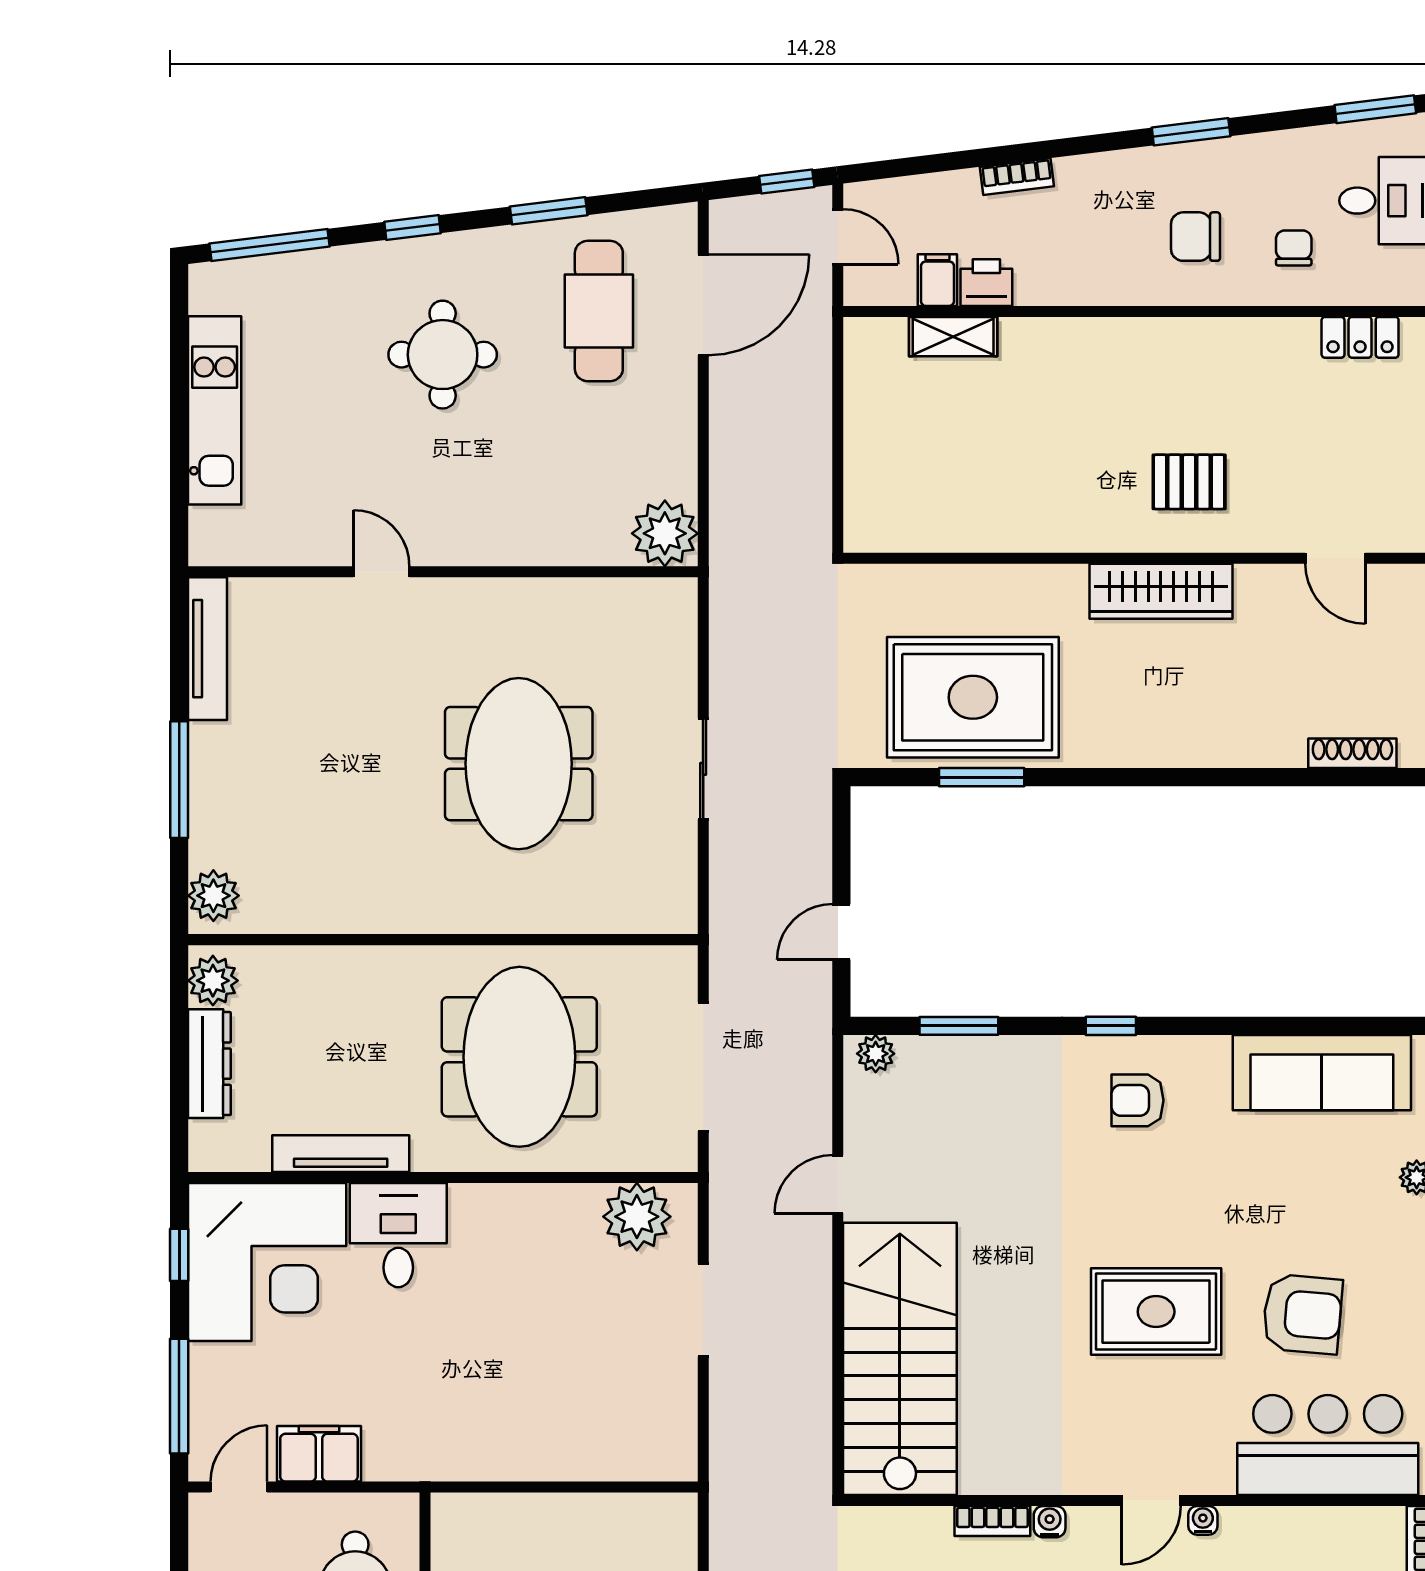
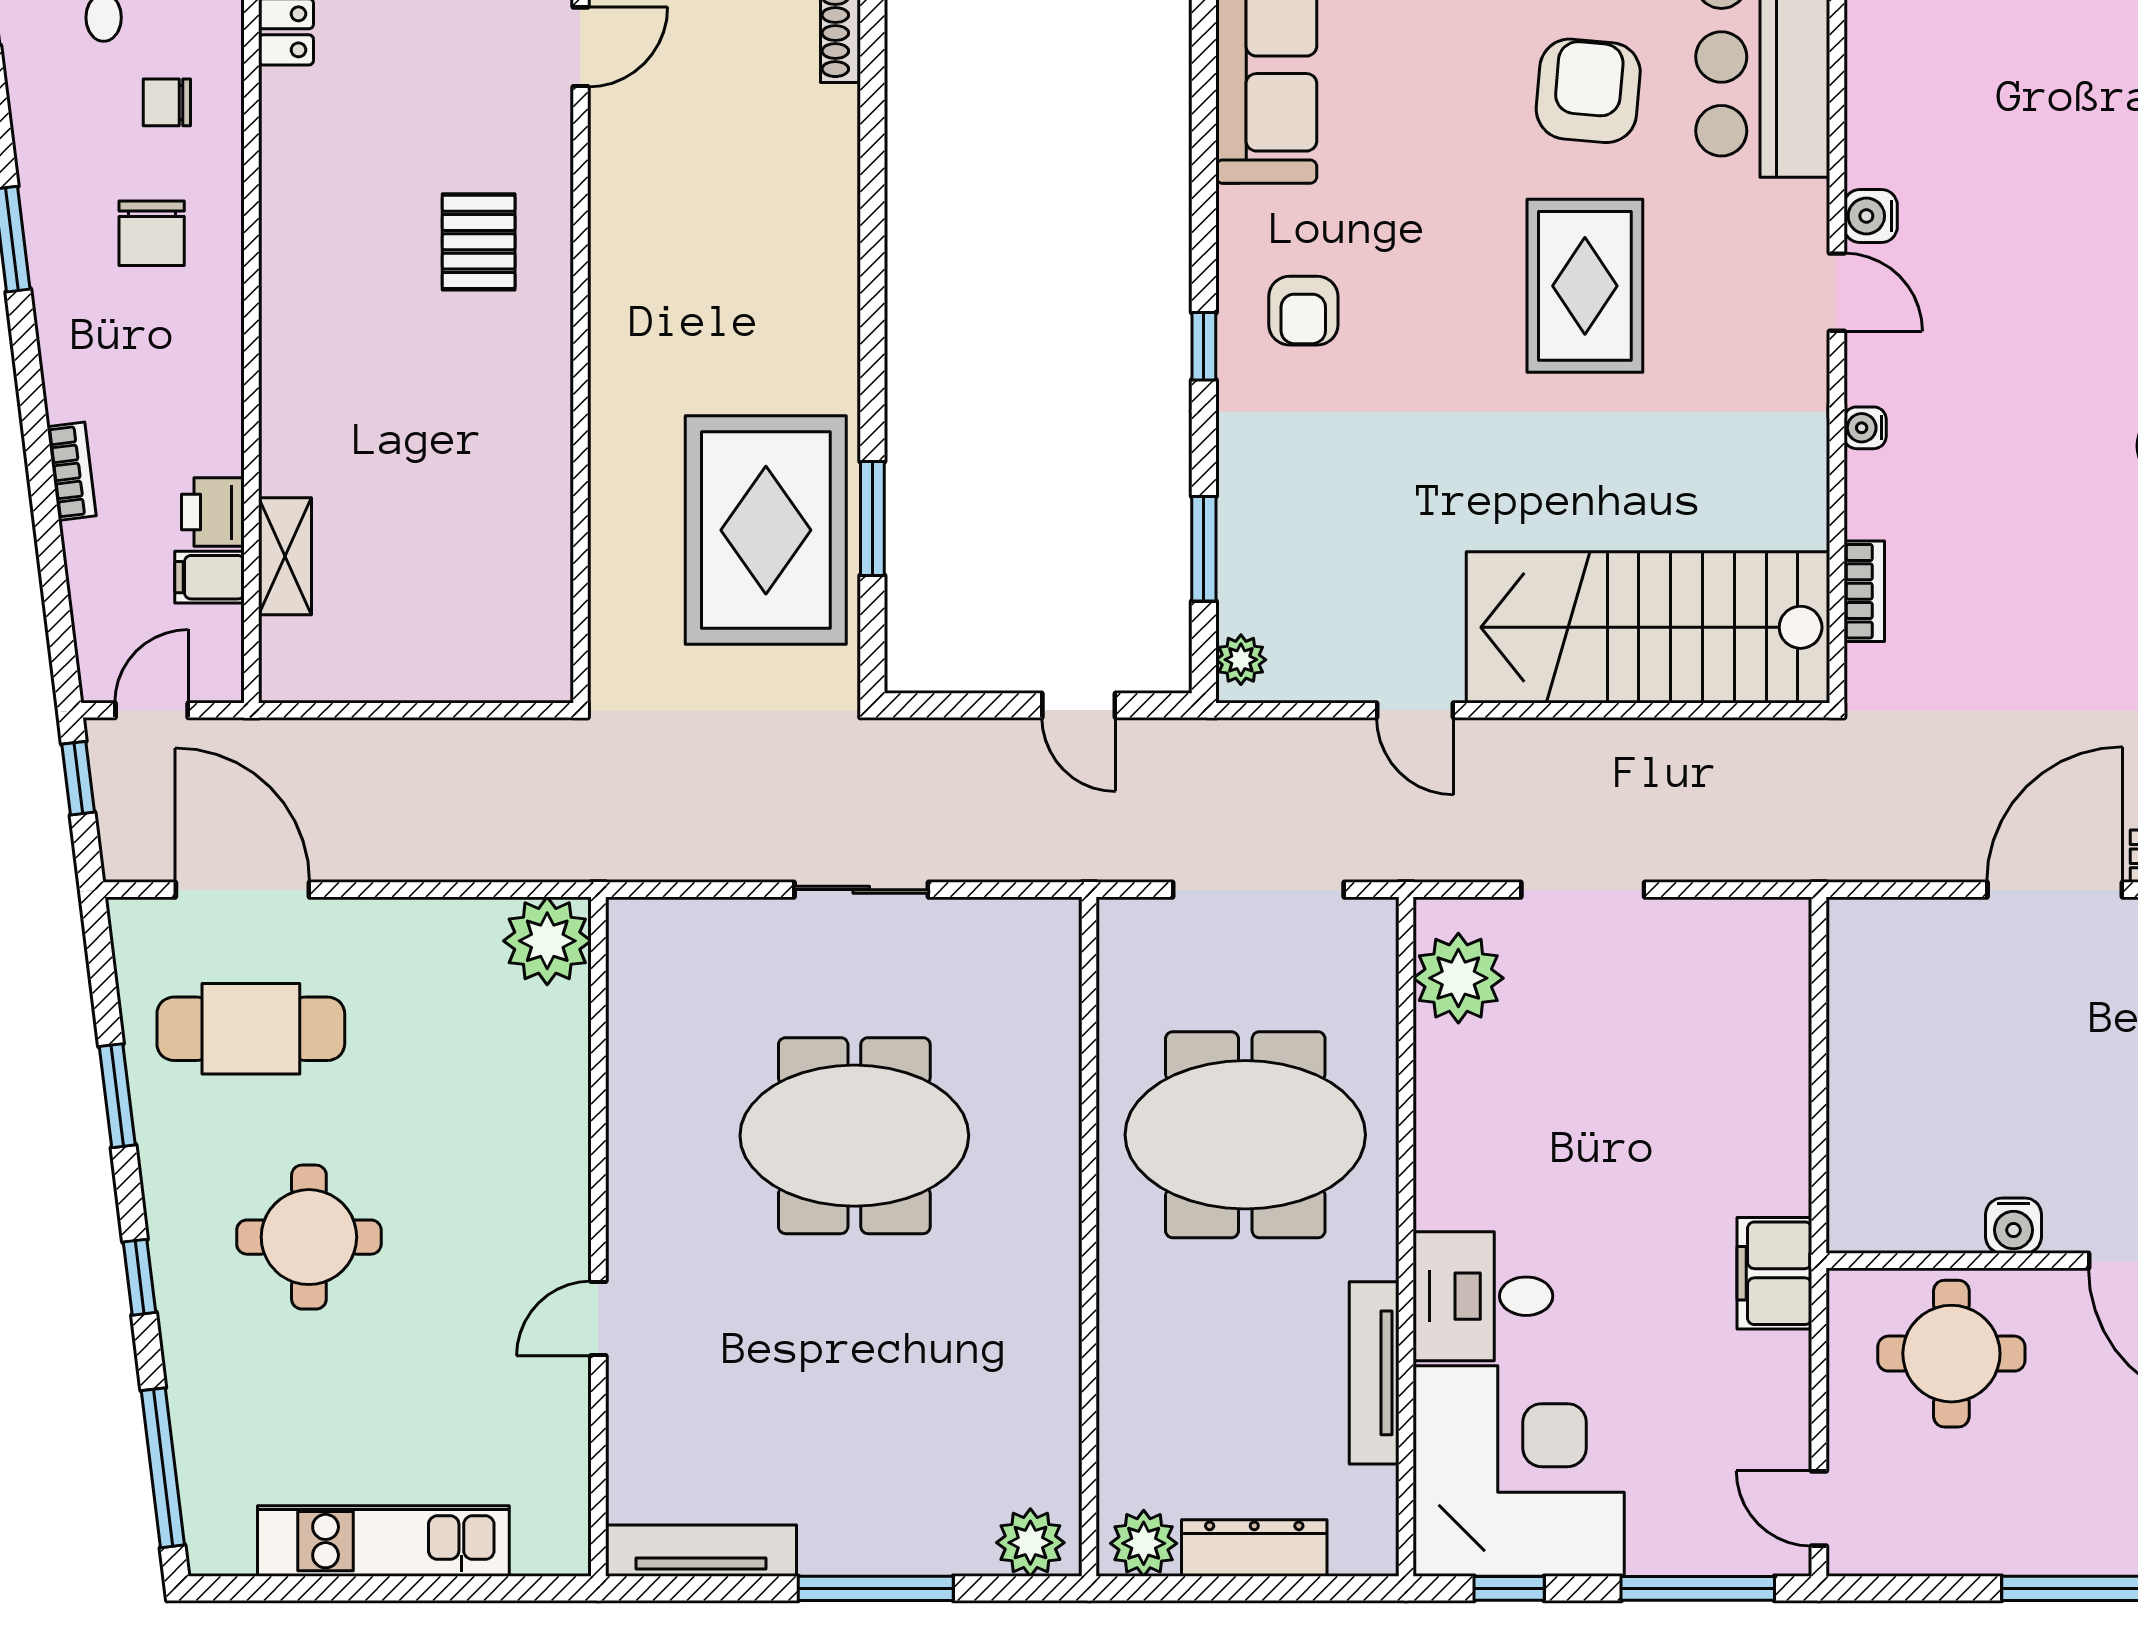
wardrobe: (1161, 591) -> (624, 279), removed
filing cabinet: (319, 1454) -> (1774, 1273), moved
water cooler: (1203, 1520) -> (1871, 216), width x1.38, depth x1.38
bookcase: (992, 1521) -> (1864, 591), moved

